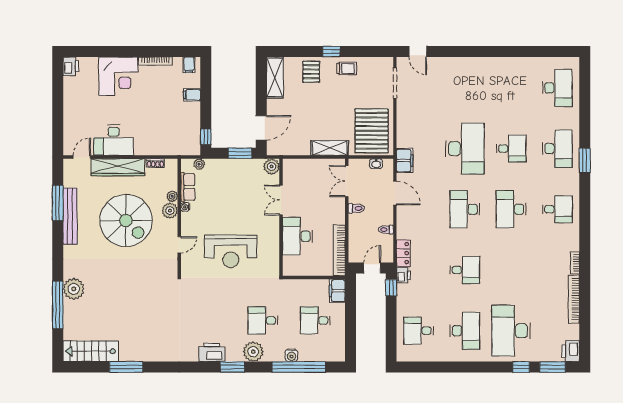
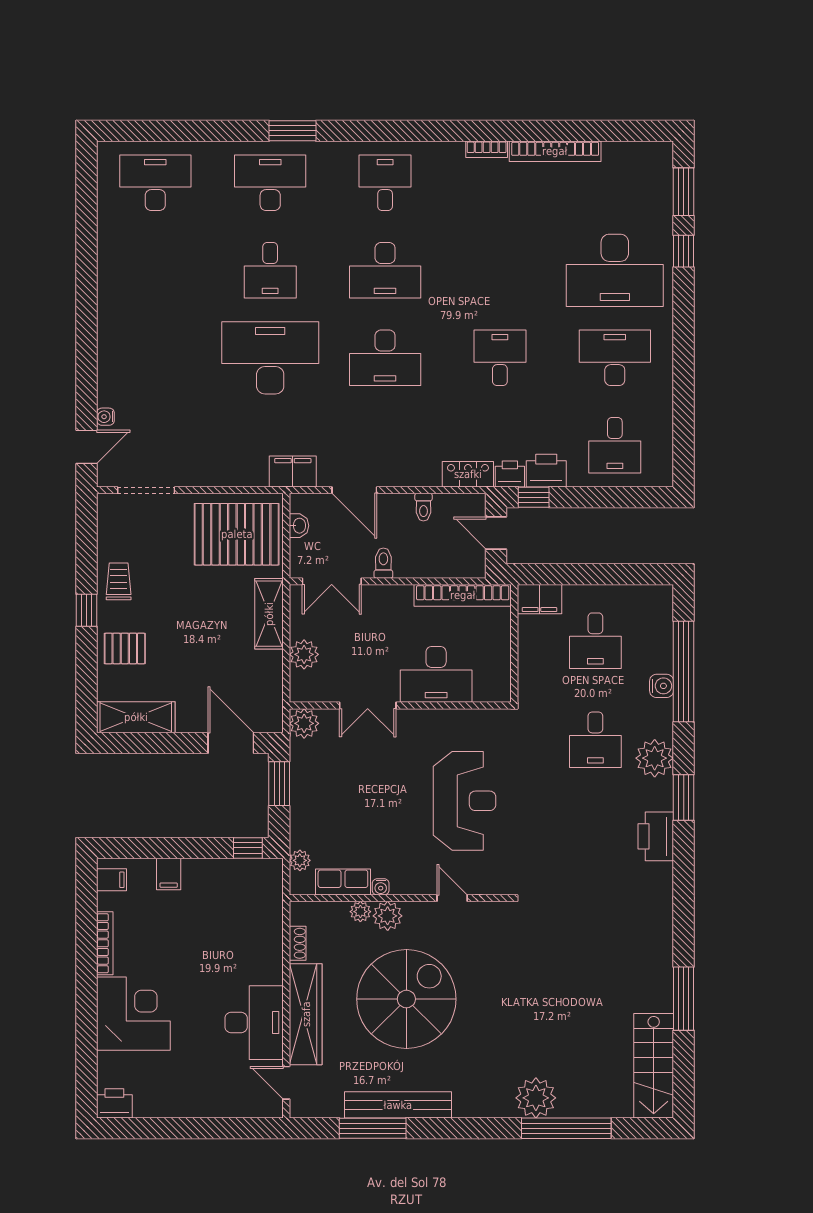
water cooler: (434, 61) -> (105, 417), added
desk: (511, 149) -> (270, 270), turned 180
plant: (308, 166) -> (304, 654), added
door: (395, 193) -> (354, 490), swing flipped
printer: (571, 351) -> (546, 471), moved, turned 180

